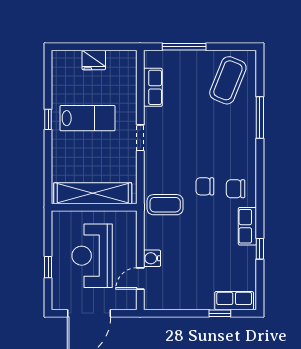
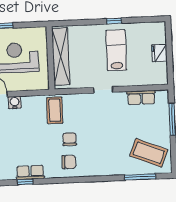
window: (260, 117) -> (140, 177), moved
lab bench: (88, 118) -> (116, 50), turned 180
chair: (236, 189) -> (69, 162), turned 90
row of seats: (247, 226) -> (30, 172), moved

